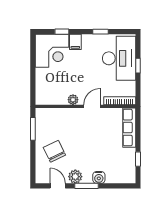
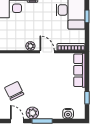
door: (92, 106) -> (47, 52), hinge flipped
water cooler: (99, 177) -> (68, 114), moved

